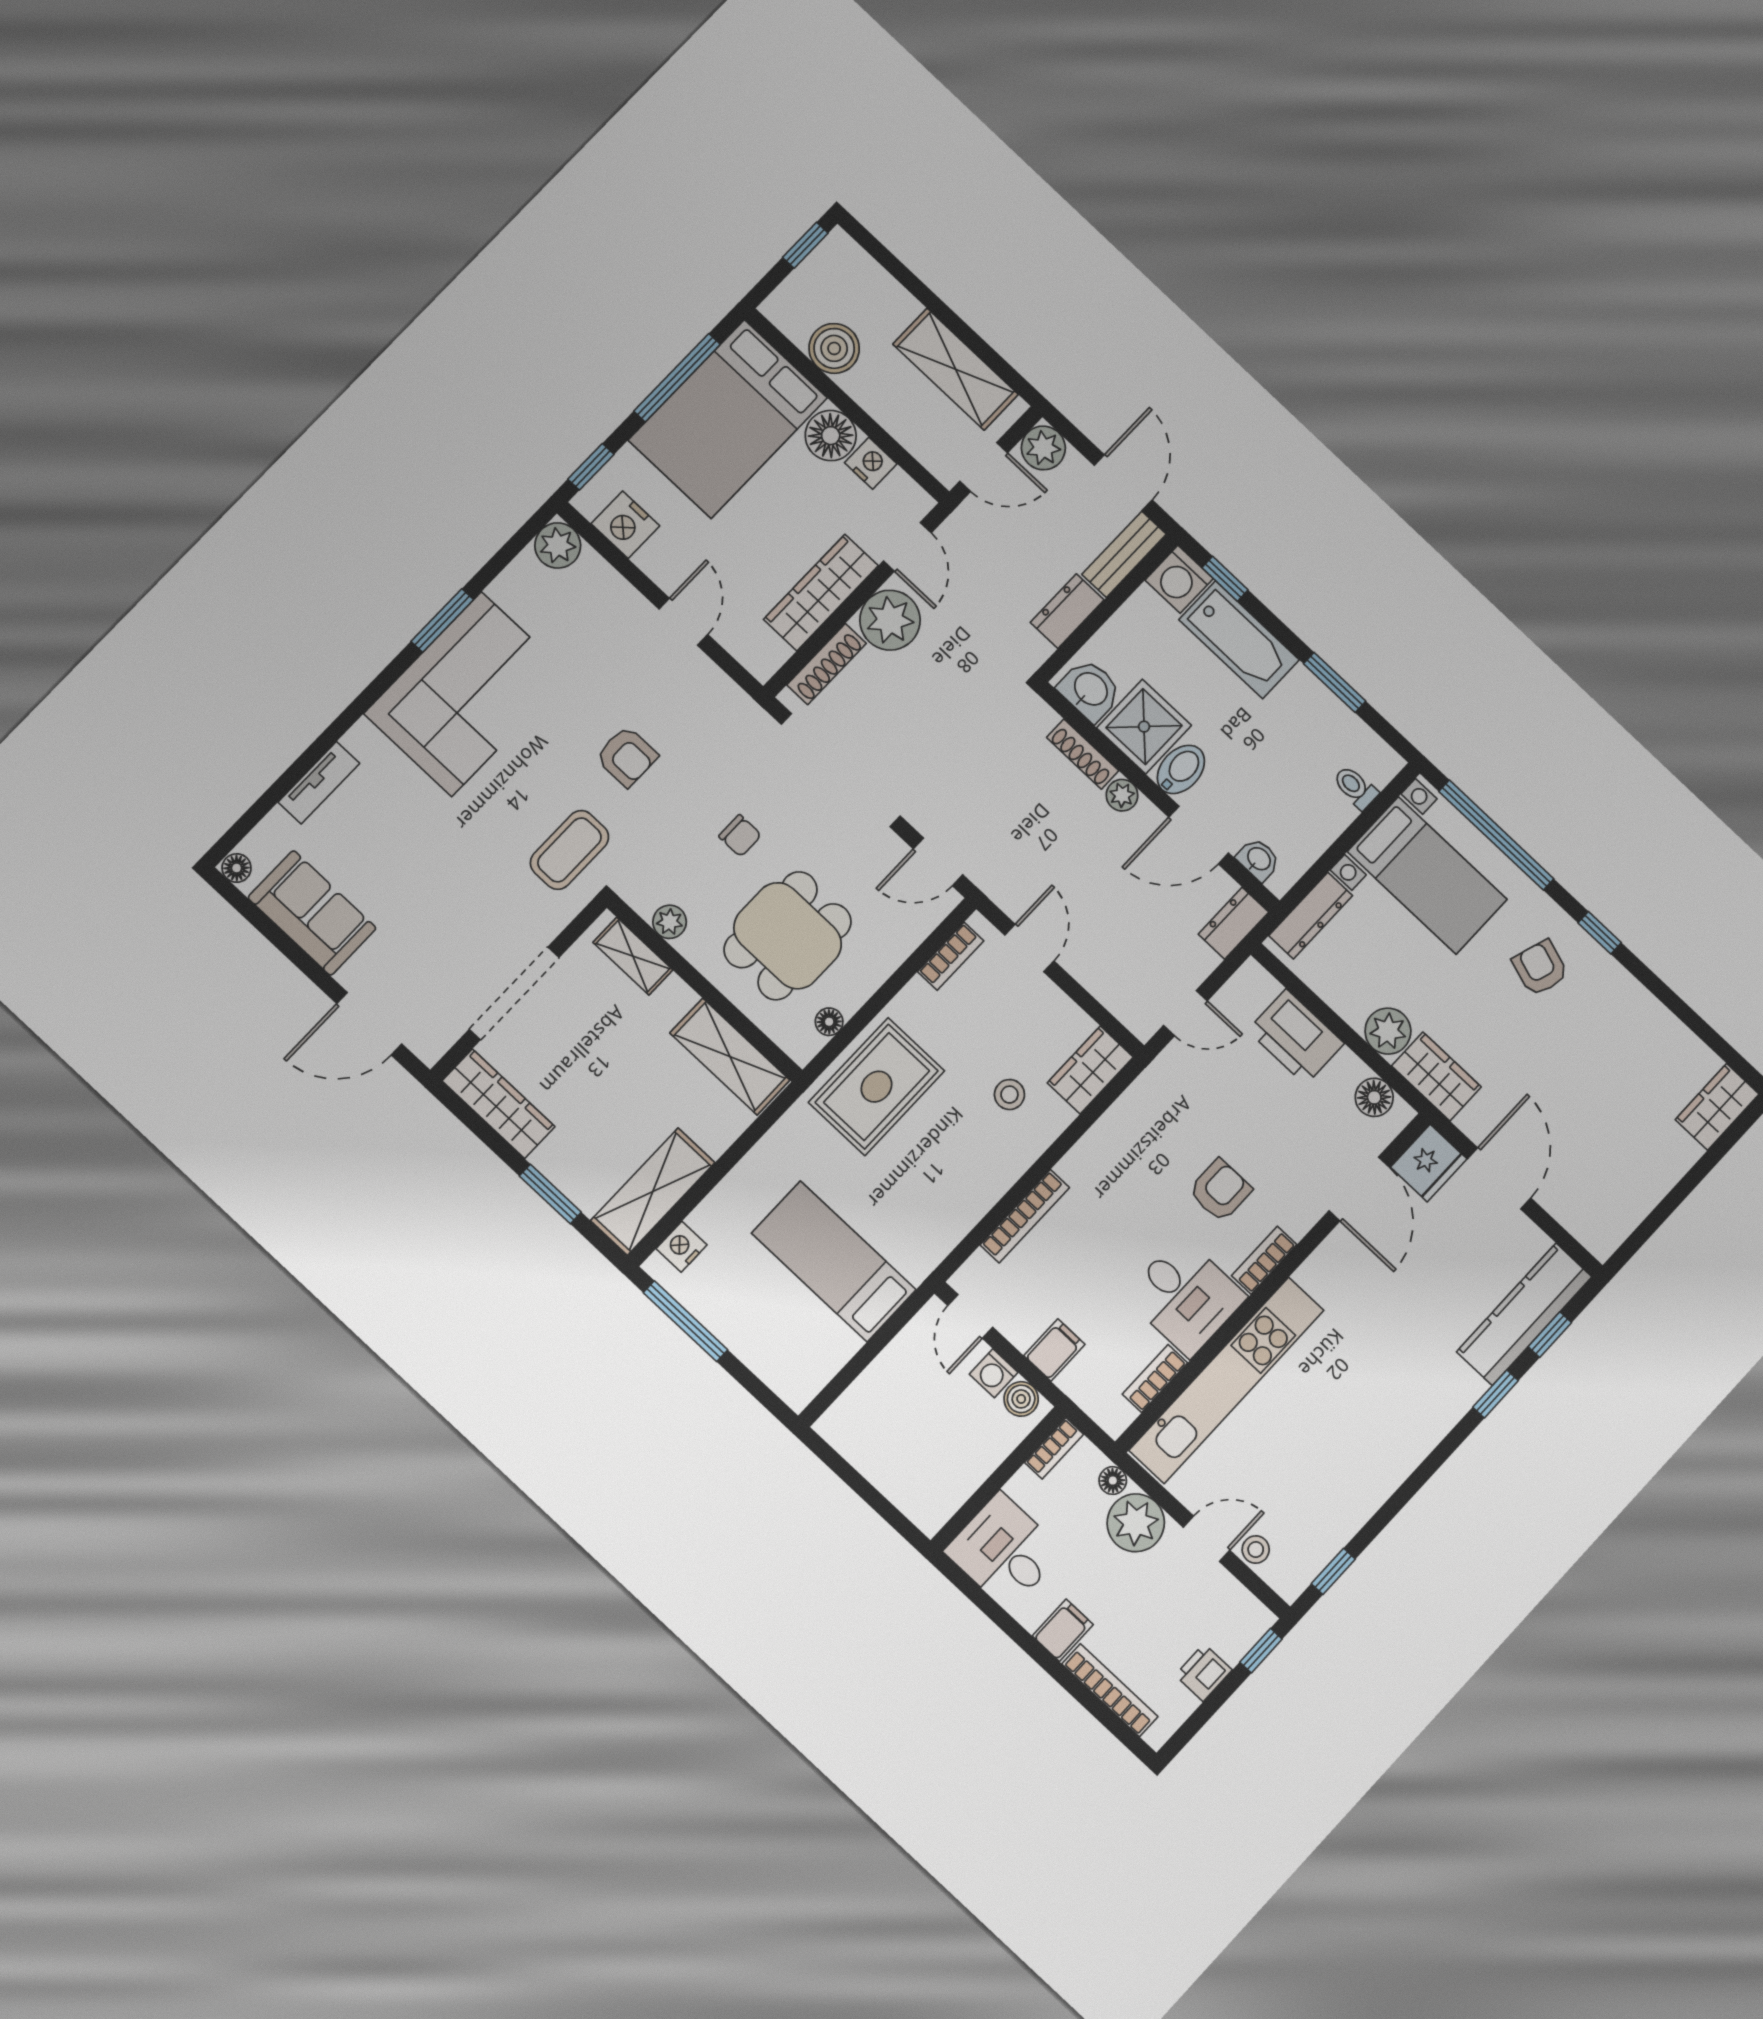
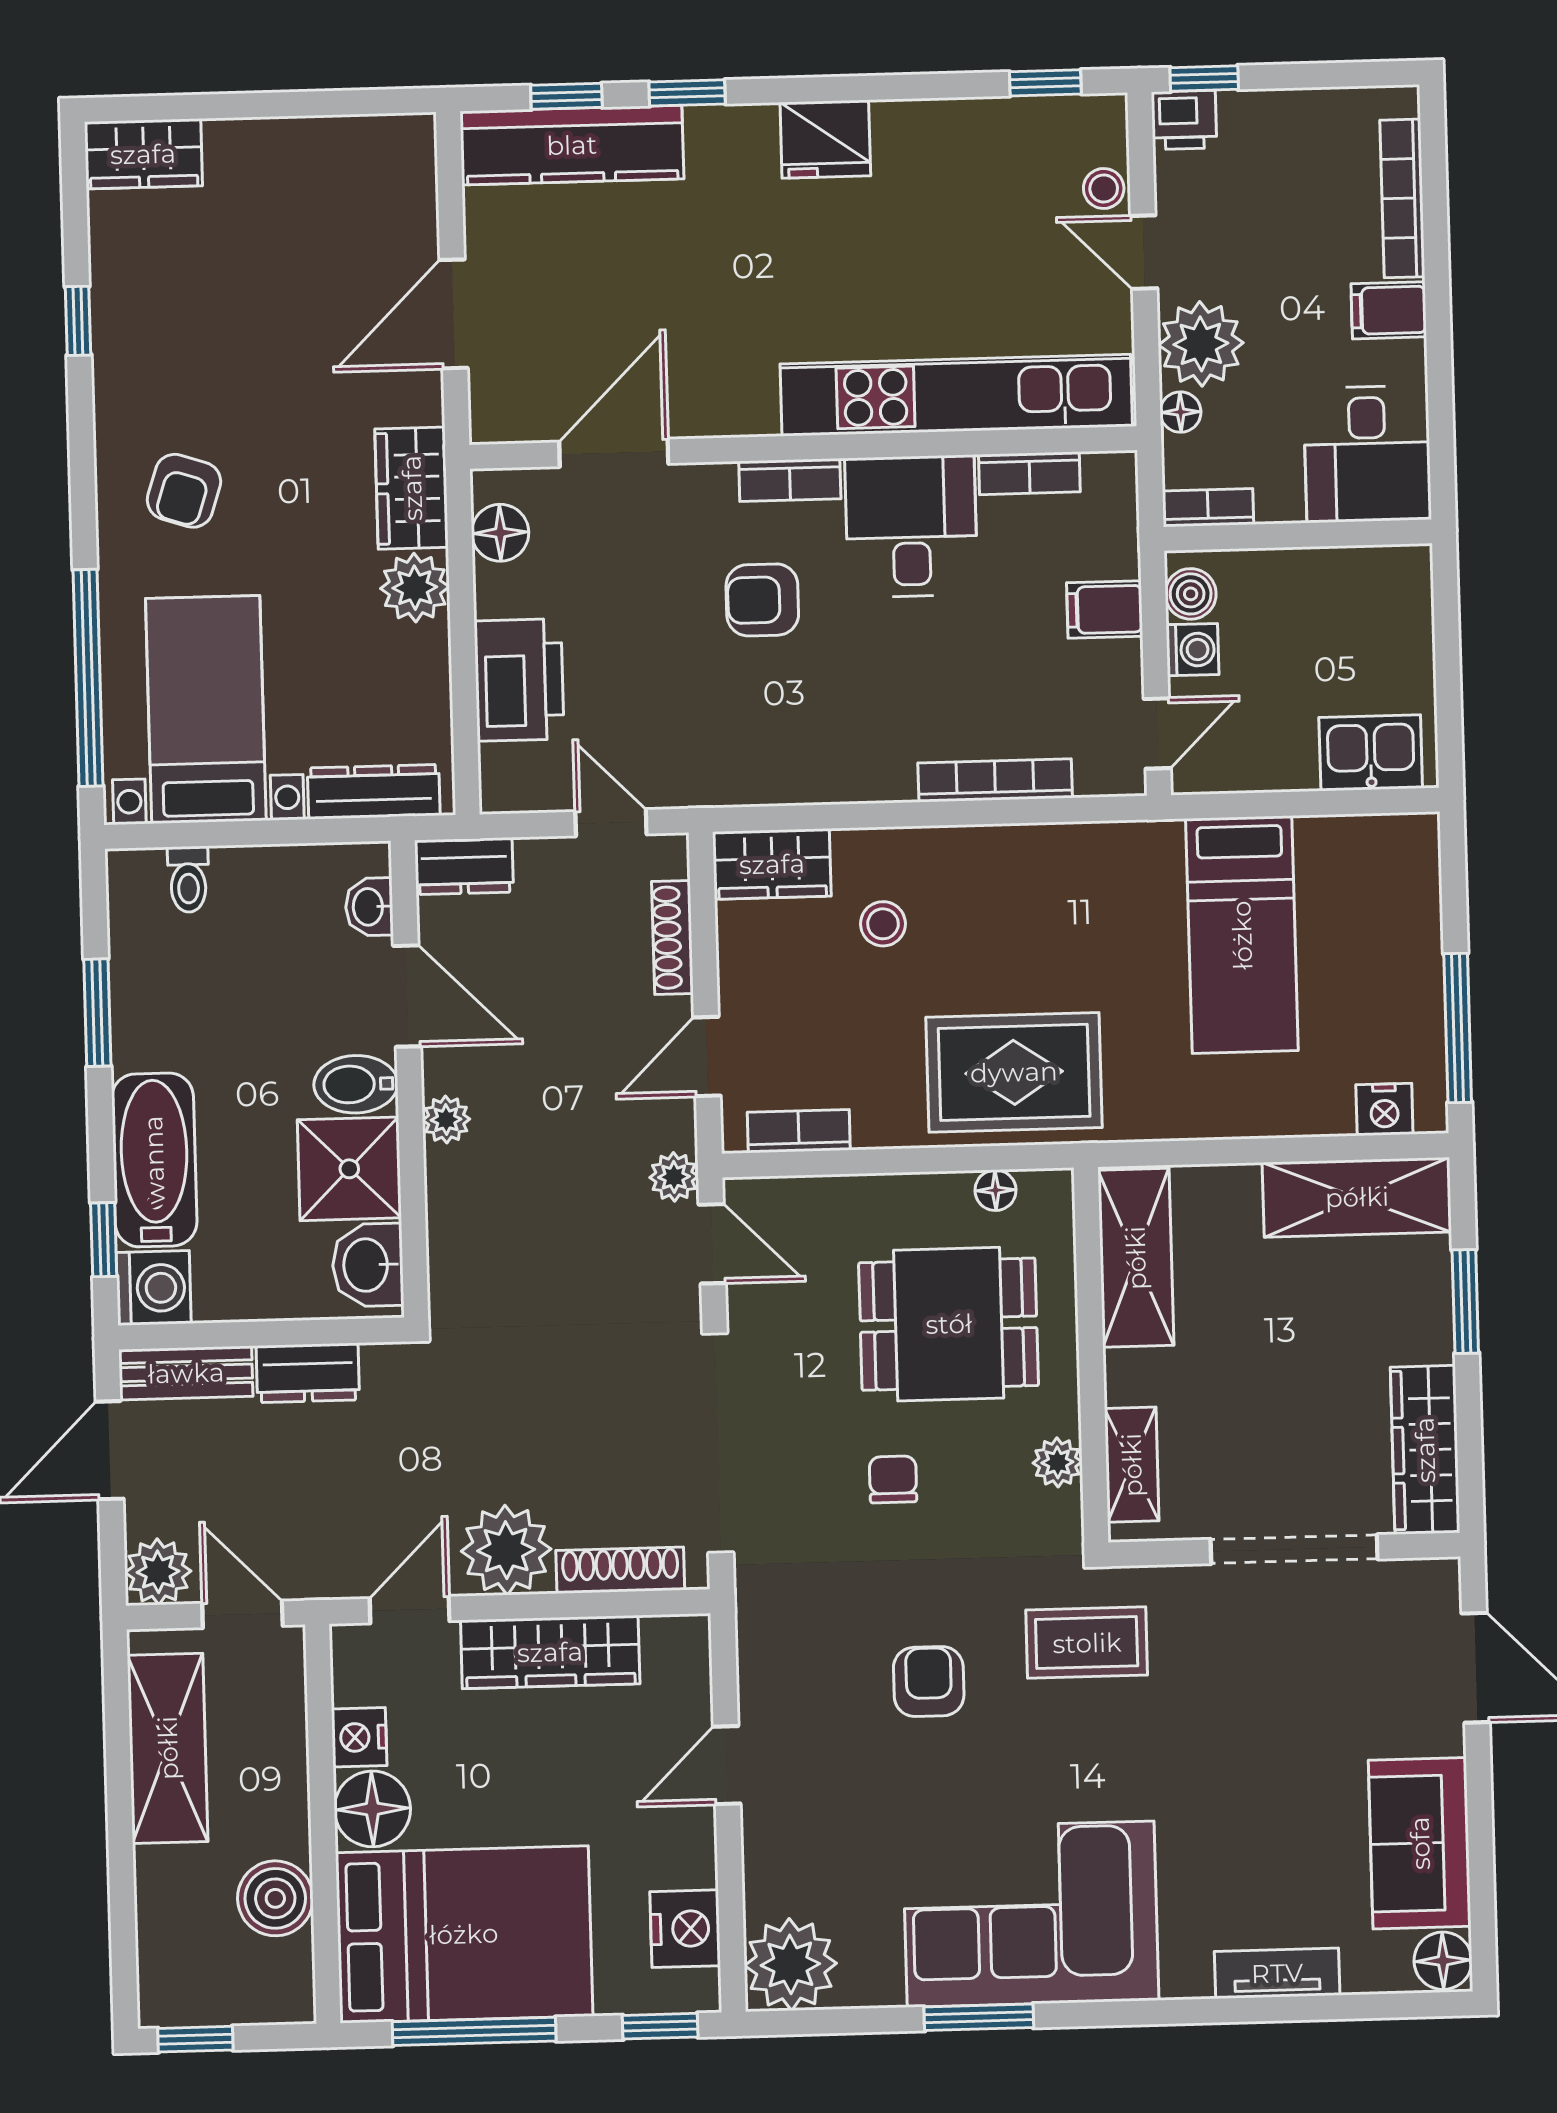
plant: (558, 545) -> (790, 1964), width x1.36, depth x1.36
shoe rack: (1083, 754) -> (672, 938), moved, turned 180
floor lamp: (237, 868) -> (1443, 1961), width x1.37, depth x1.37
plant: (988, 875) -> (674, 1177), added
window: (1600, 933) -> (78, 321), moved
fridge: (1429, 1163) -> (825, 139), moved, turned 180
kitchen sink: (859, 1410) -> (1371, 753), added
printer: (1203, 1673) -> (1184, 120), moved

